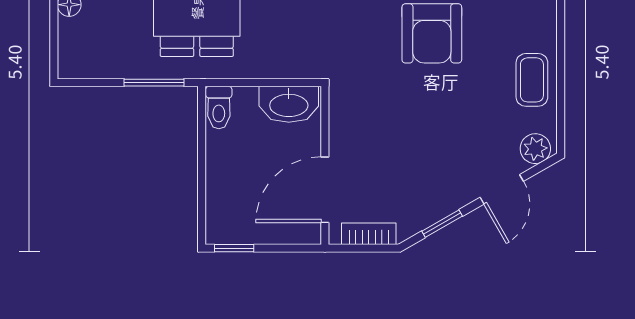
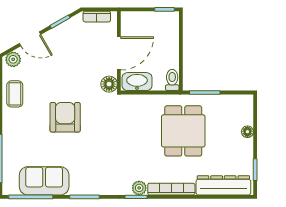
floor lamp: (344, 99) -> (109, 84), added
door: (502, 189) -> (30, 39), swing flipped
door: (325, 190) -> (119, 53), moved

